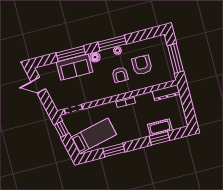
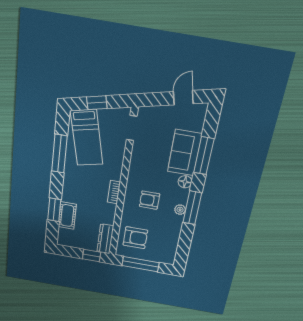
armchair: (142, 65) -> (135, 238), moved
window: (185, 97) -> (92, 255), added
window: (61, 129) -> (97, 103), moved
window: (114, 150) -> (59, 154), width x1.44

